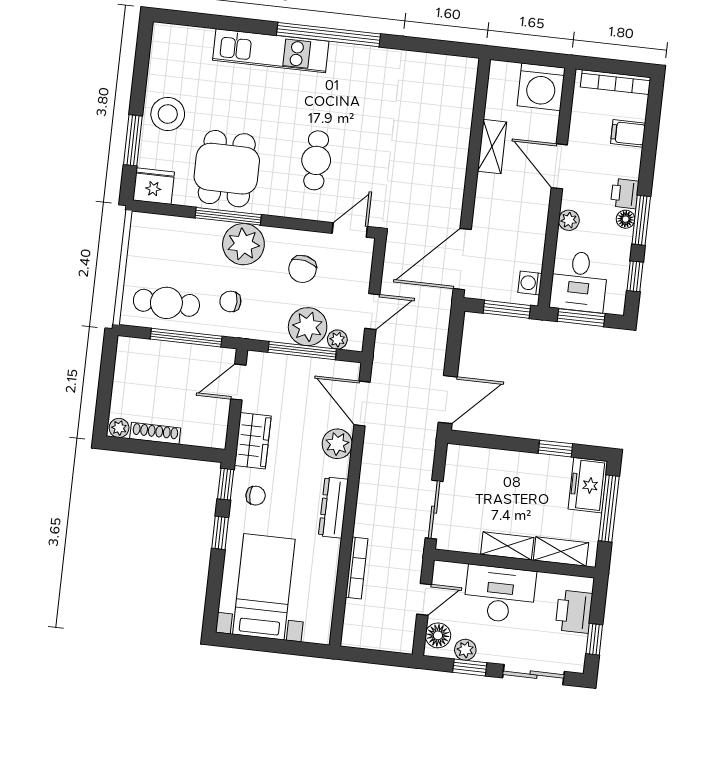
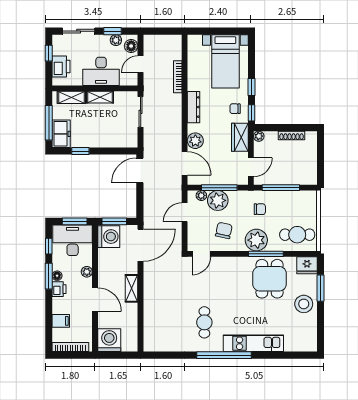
shelving: (492, 147) -> (132, 288), moved
cafe table: (316, 160) -> (204, 322), moved
desk: (579, 281) -> (73, 240), width x1.37
washing machine: (530, 283) -> (109, 237), width x1.89, depth x1.89
cafe table: (166, 303) -> (297, 235), moved
plant: (119, 428) -> (259, 136), moved

